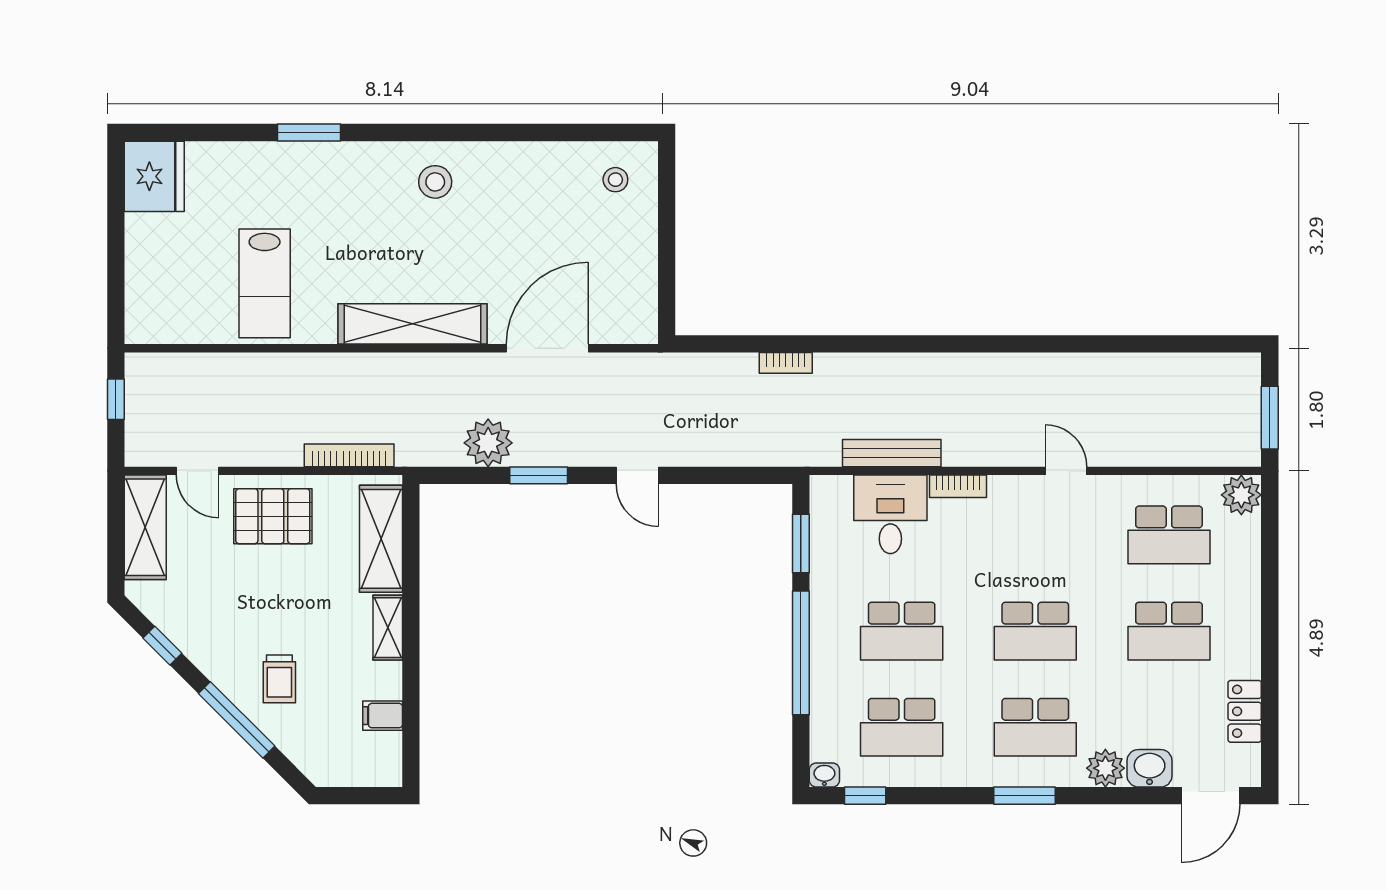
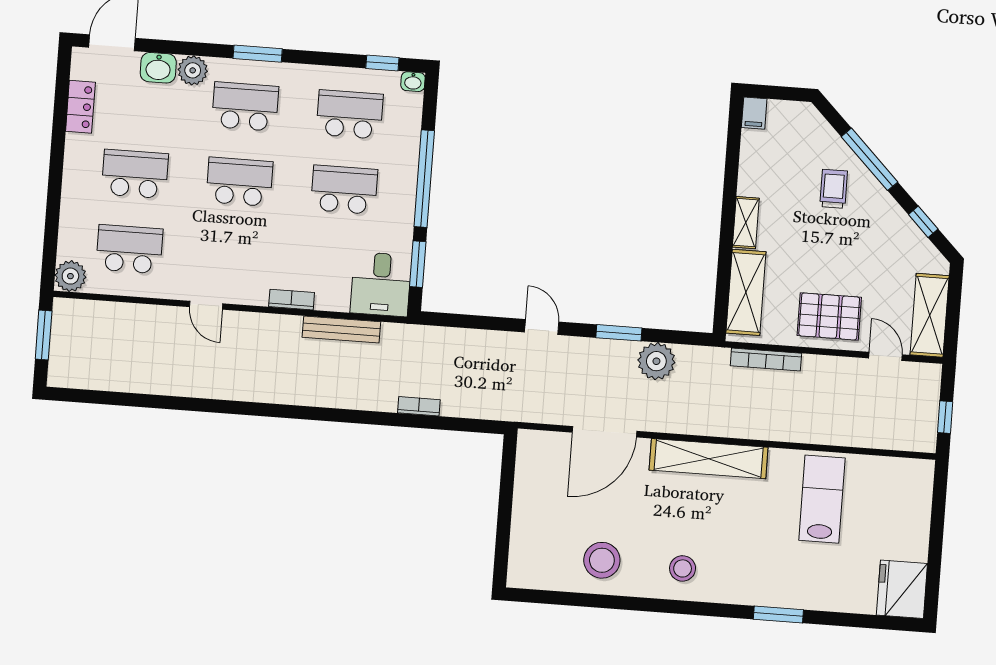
stool: (615, 180) -> (602, 560), moved, width x1.89, depth x1.89
desk: (890, 514) -> (381, 284), moved
filing cabinet: (383, 716) -> (754, 113), moved, turned 90

